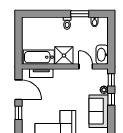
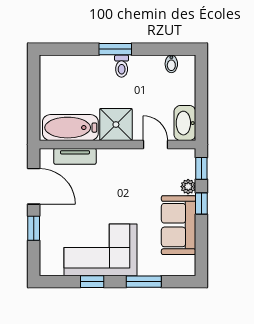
window: (80, 14) -> (115, 49), moved

